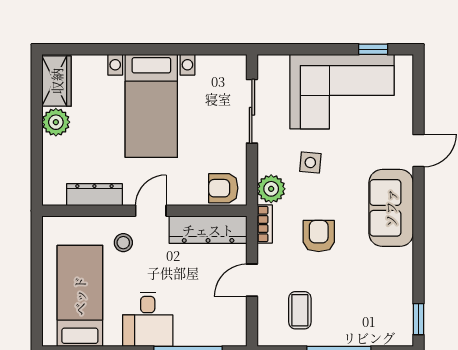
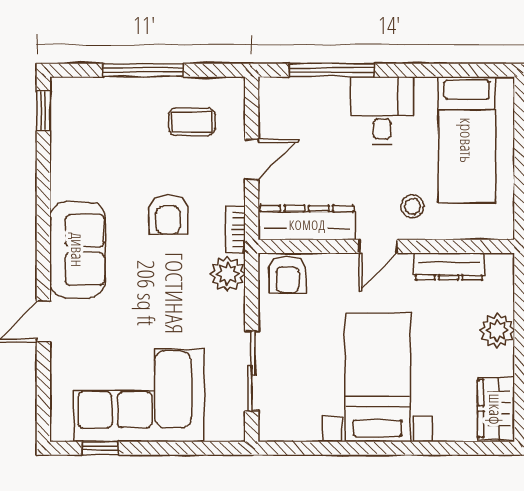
plant: (56, 122) -> (497, 331), moved
side table: (310, 163) -> (179, 307), removed
armchair: (223, 188) -> (288, 274), turned 90
coffee table: (300, 310) -> (192, 122), turned 90

